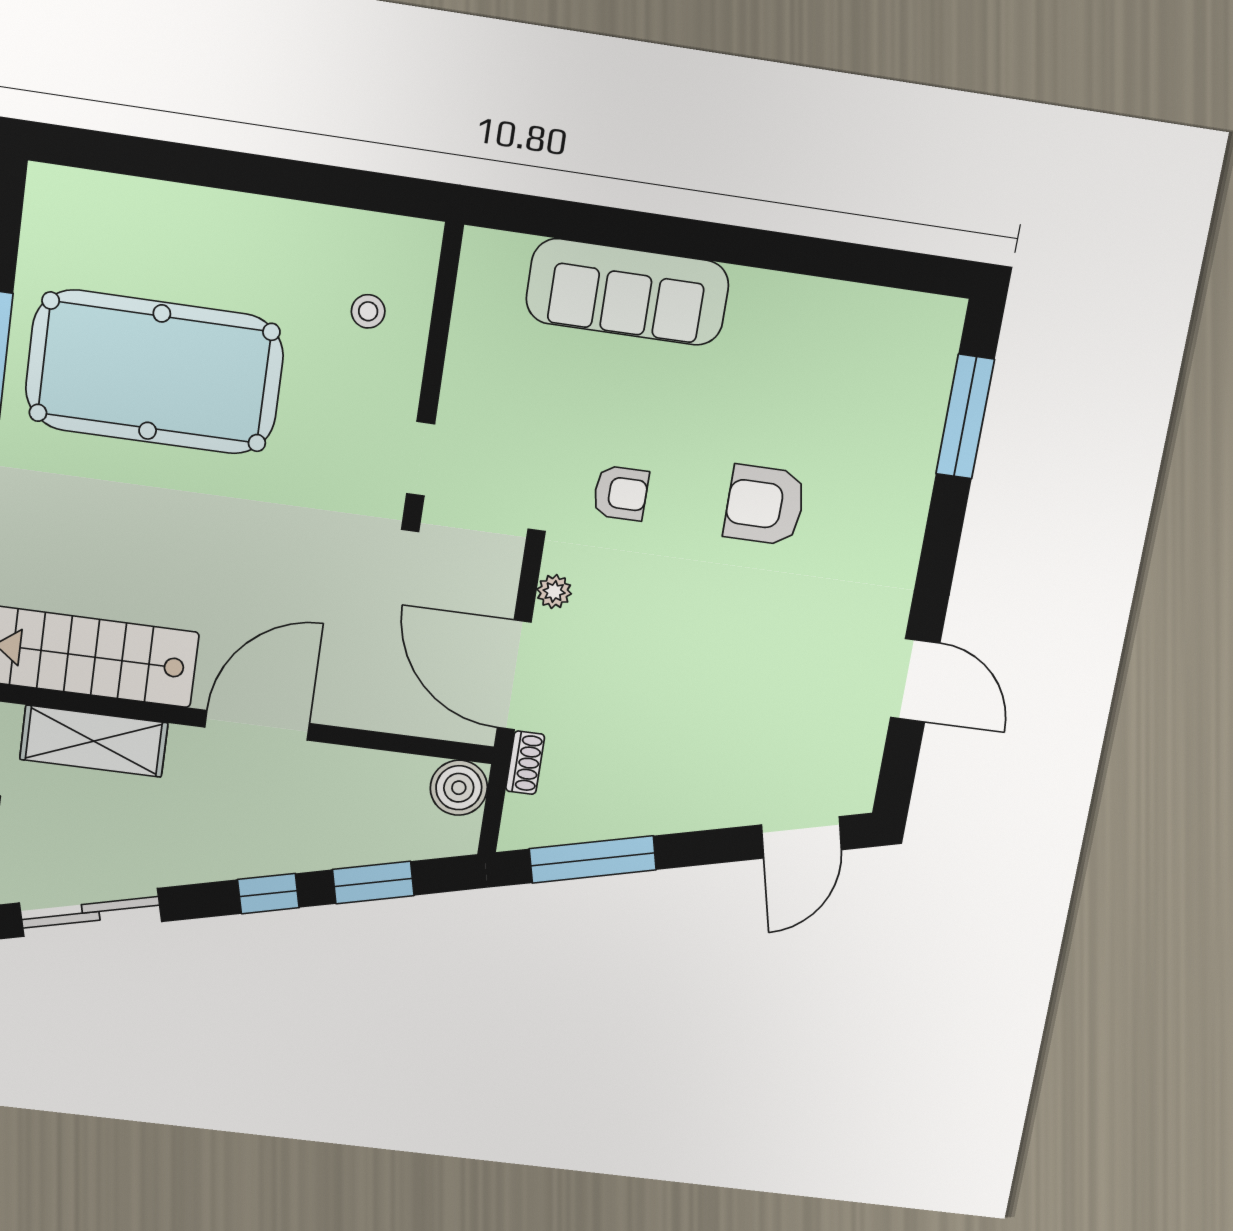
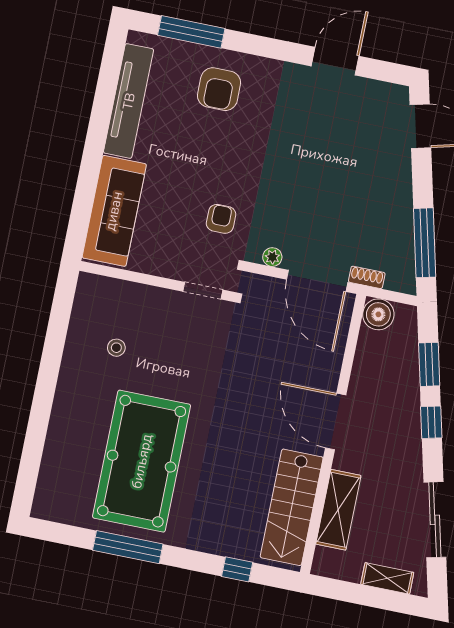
tv unit: (835, 307) -> (129, 101), added
wall: (433, 370) -> (156, 281), moved
doorway: (420, 459) -> (203, 291), moved
armchair: (765, 505) -> (219, 89), moved
door: (514, 675) -> (317, 281), hinge flipped

